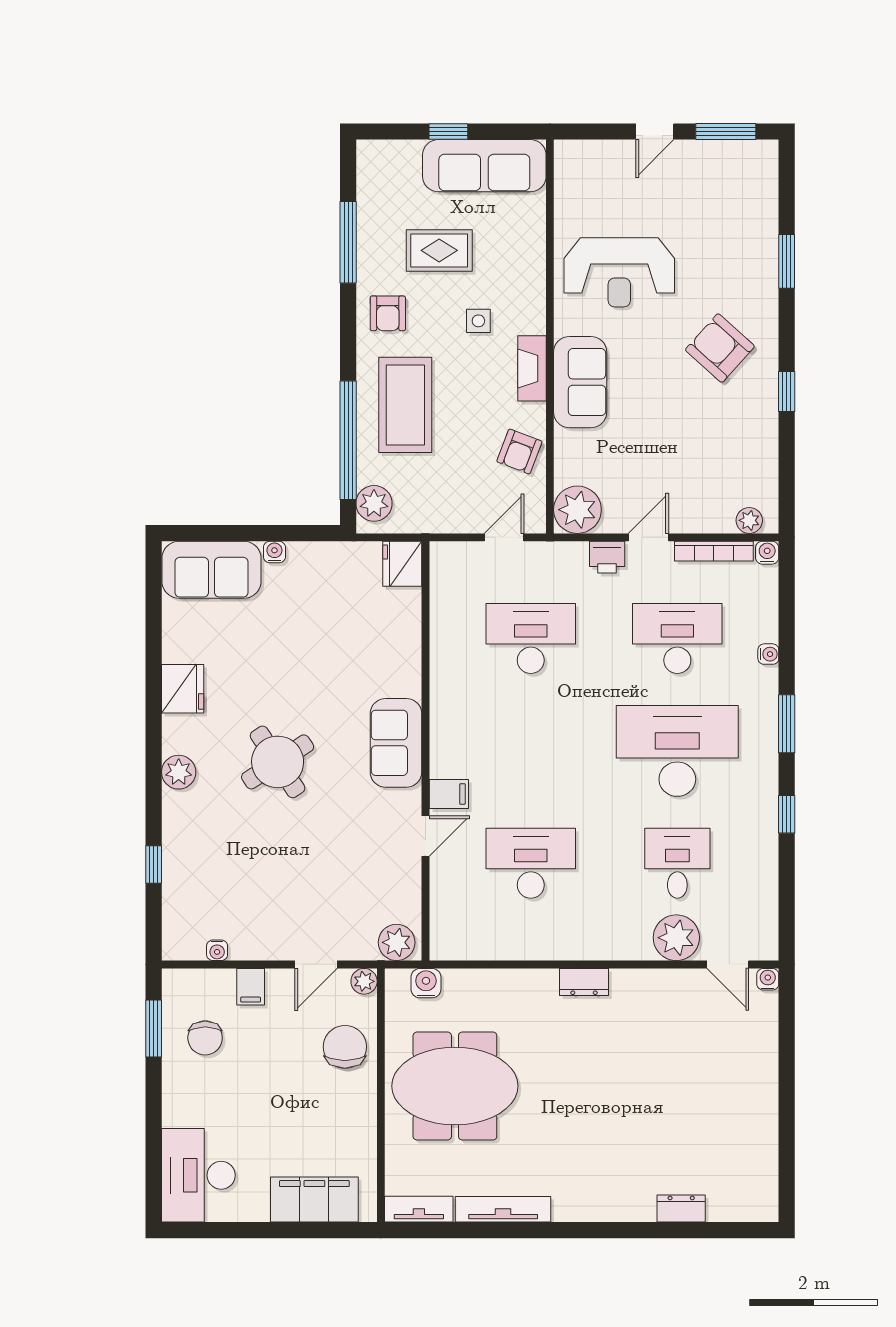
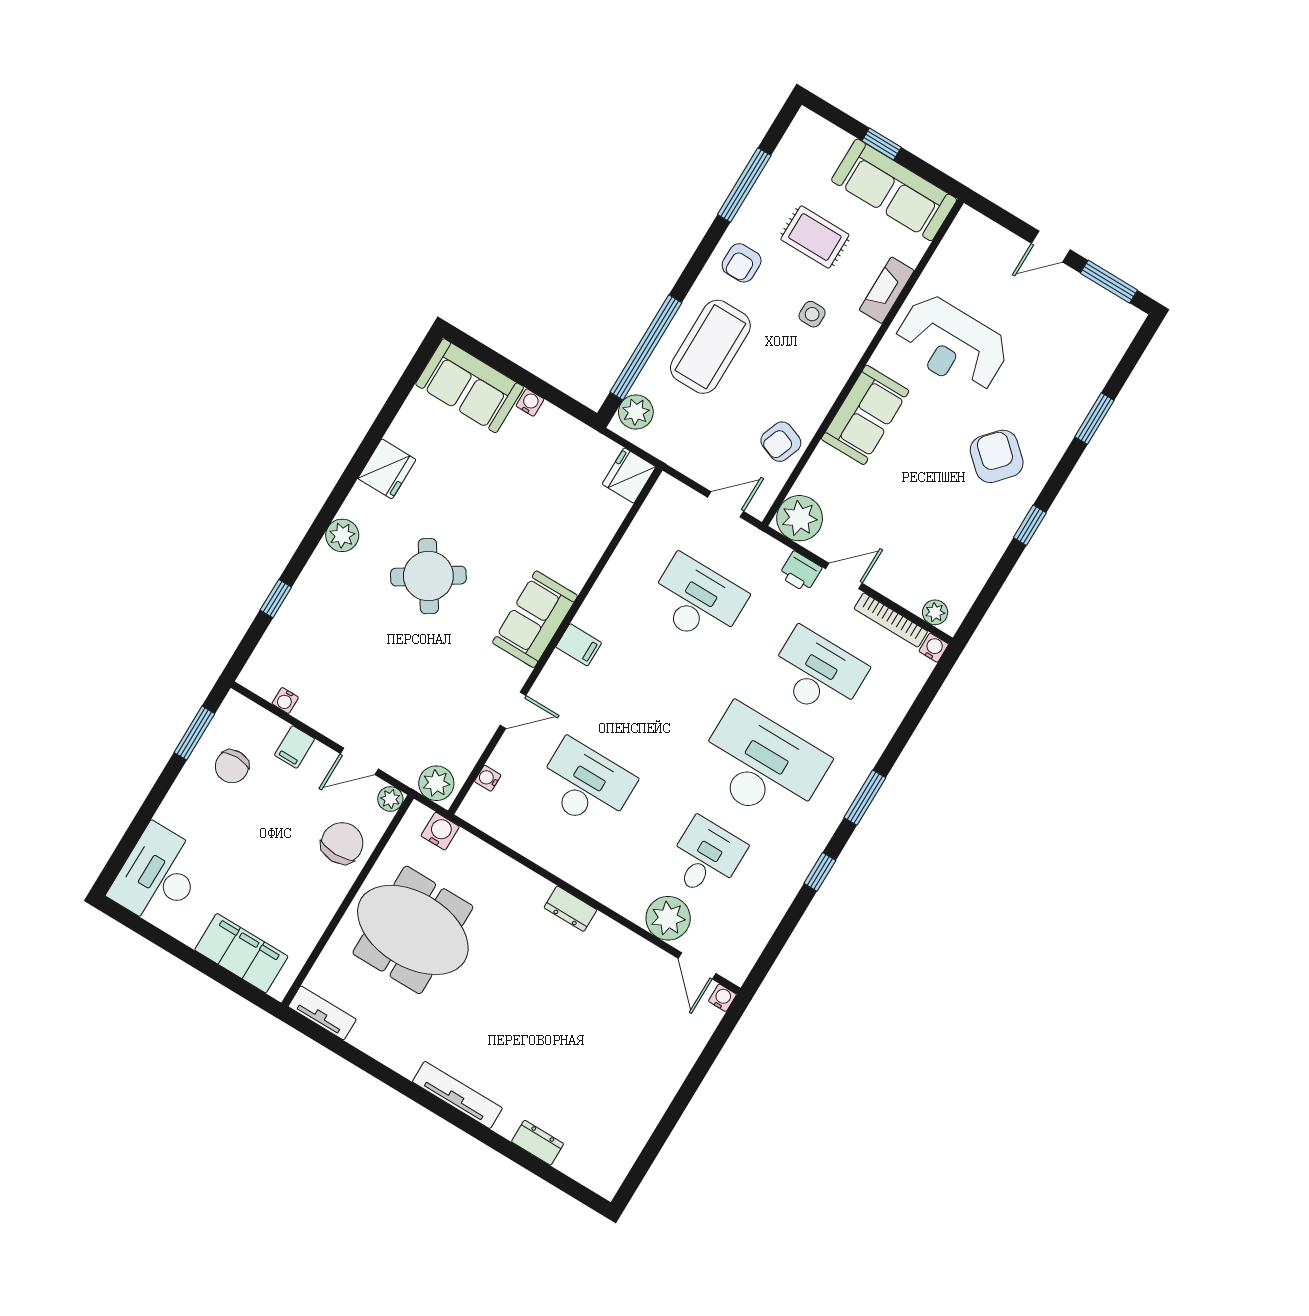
fireplace: (532, 368) -> (887, 290), moved
water cooler: (768, 654) -> (488, 778), moved, turned 180
filing cabinet: (449, 794) -> (579, 645), moved
tv unit: (503, 1209) -> (457, 1095), moved

